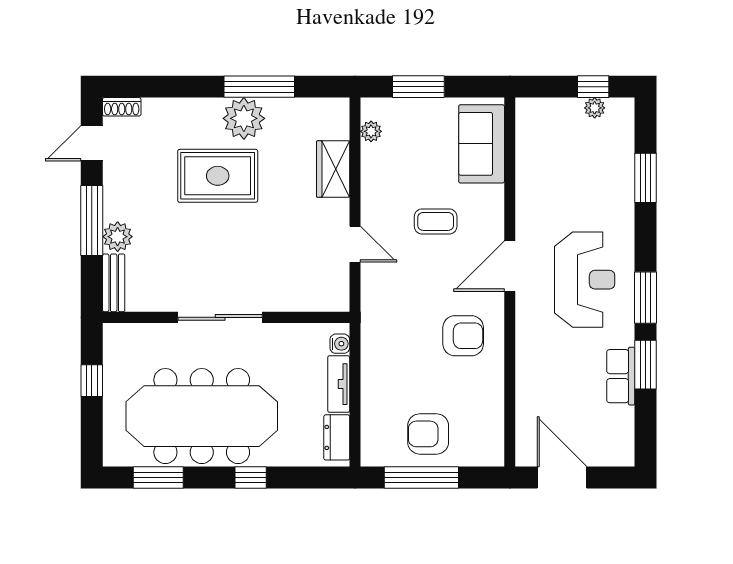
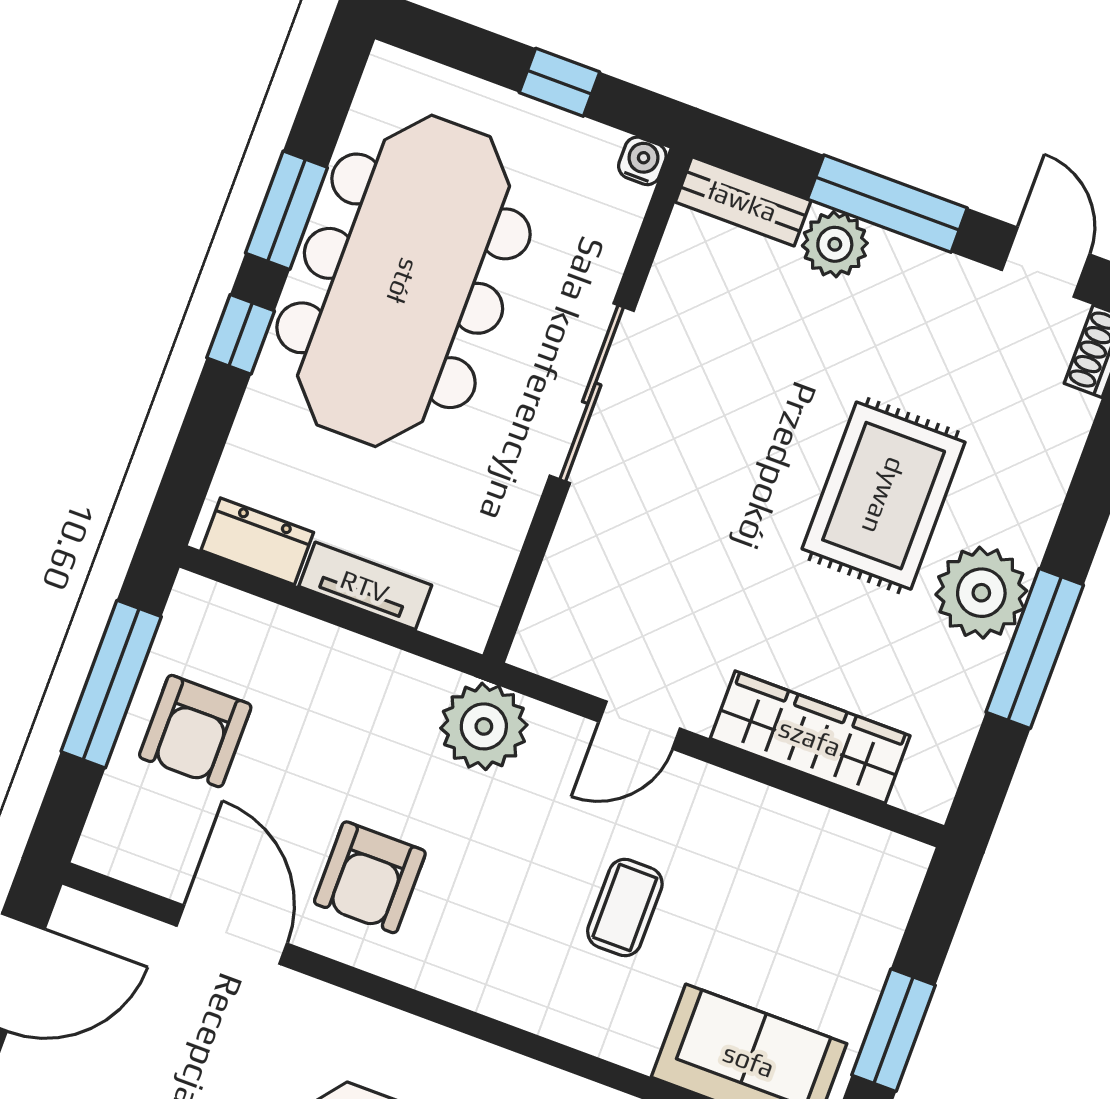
window: (418, 87) -> (894, 1030), moved
plant: (371, 131) -> (484, 726), moved, width x1.88, depth x1.88
wardrobe: (333, 169) -> (810, 737), width x1.50
door: (510, 266) -> (232, 935), moved
water cooler: (340, 344) -> (642, 161), moved, turned 180
armchair: (428, 434) -> (195, 731), turned 180
window: (158, 478) -> (286, 210), moved

